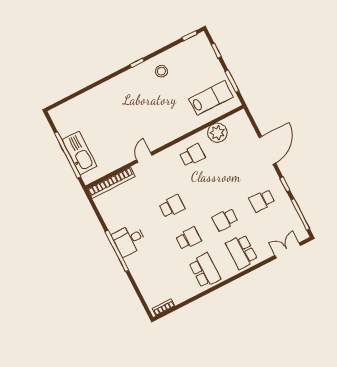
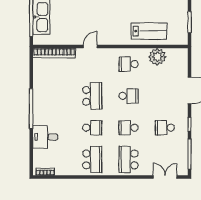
lab bench: (211, 98) -> (149, 31), moved
school desk: (192, 155) -> (129, 64), turned 180
school desk: (209, 187) -> (129, 96), added
school desk: (172, 206) -> (92, 96), width x1.85
desk: (129, 240) -> (45, 137), moved

